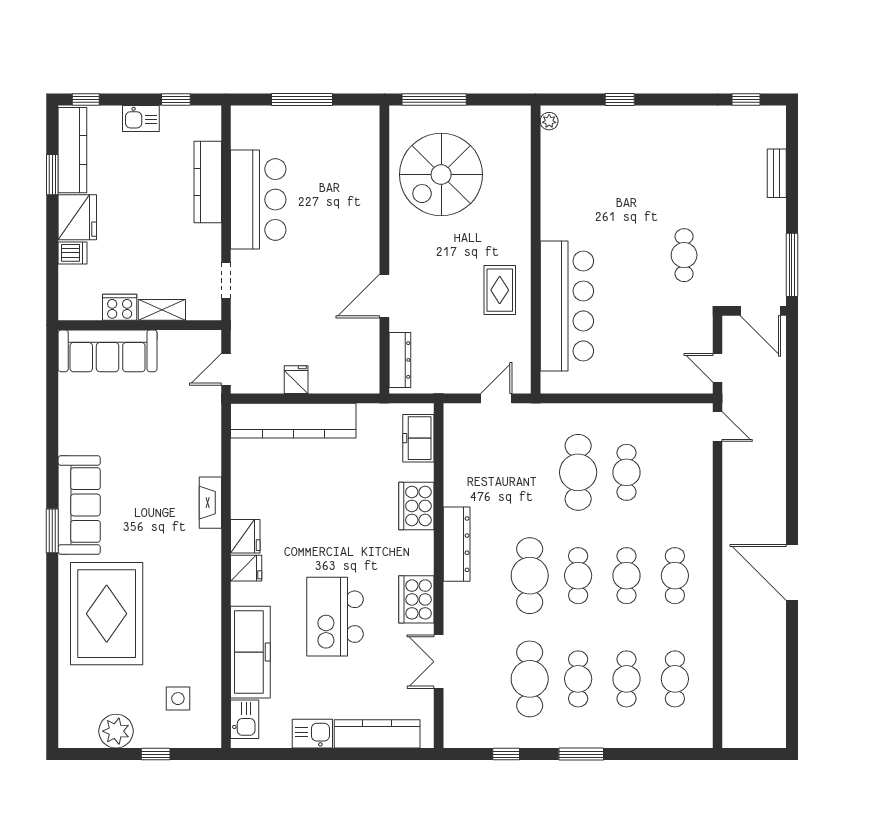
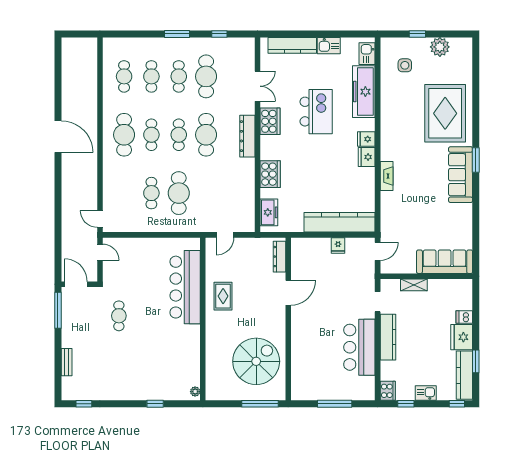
kitchen counter: (208, 182) -> (388, 337), moved
cooker: (120, 307) -> (388, 391), moved, turned -90
dresser: (457, 544) -> (247, 136), moved
cafe table: (675, 576) -> (124, 135), width x1.37, depth x1.35

